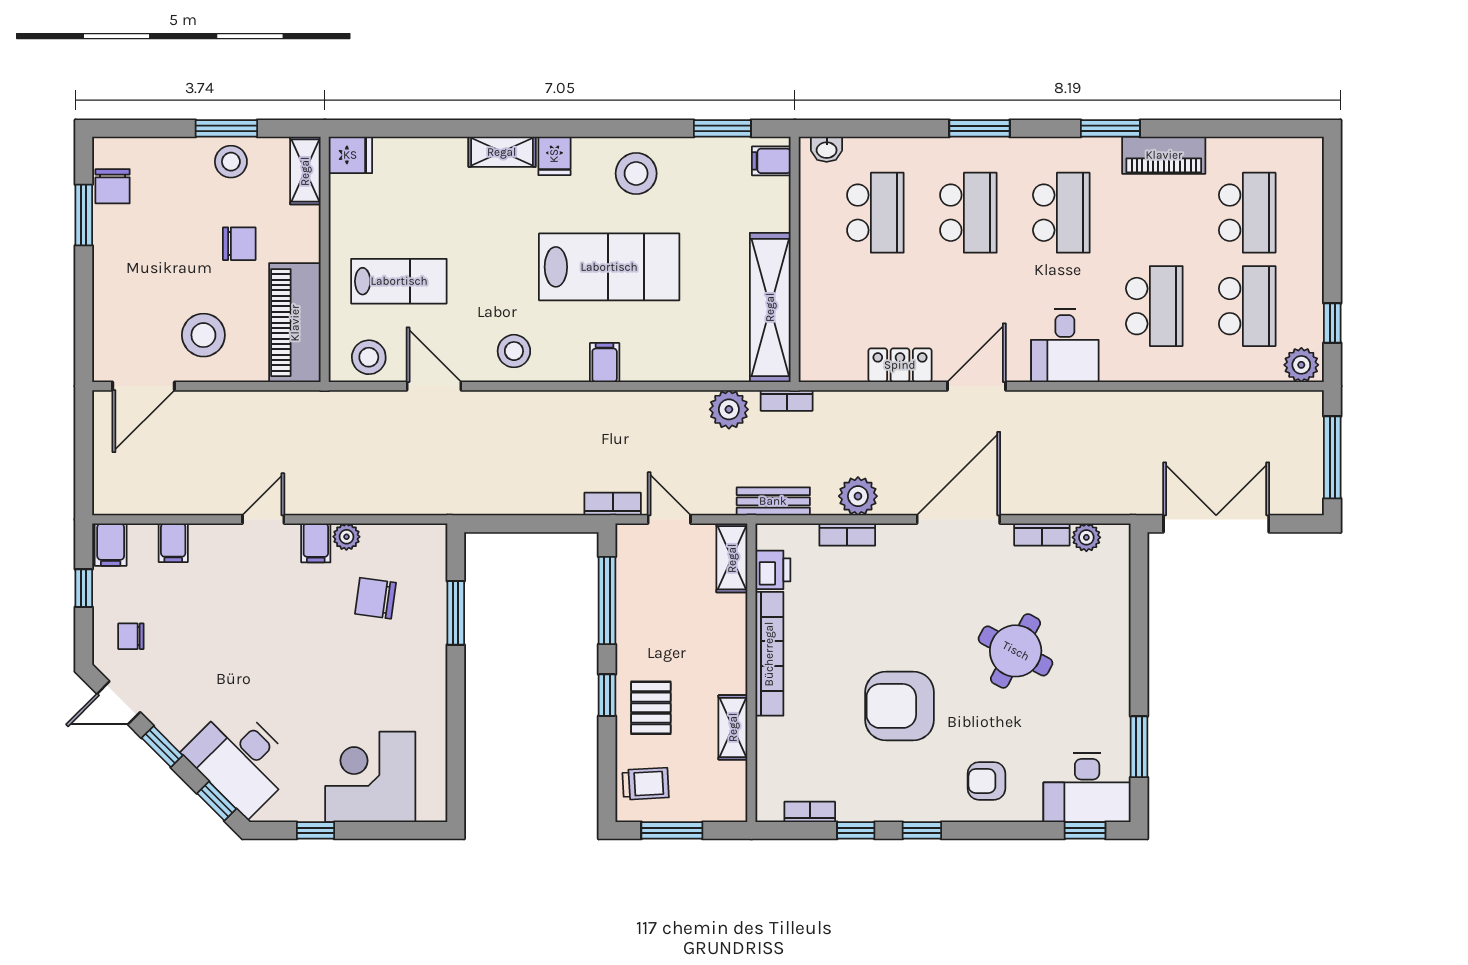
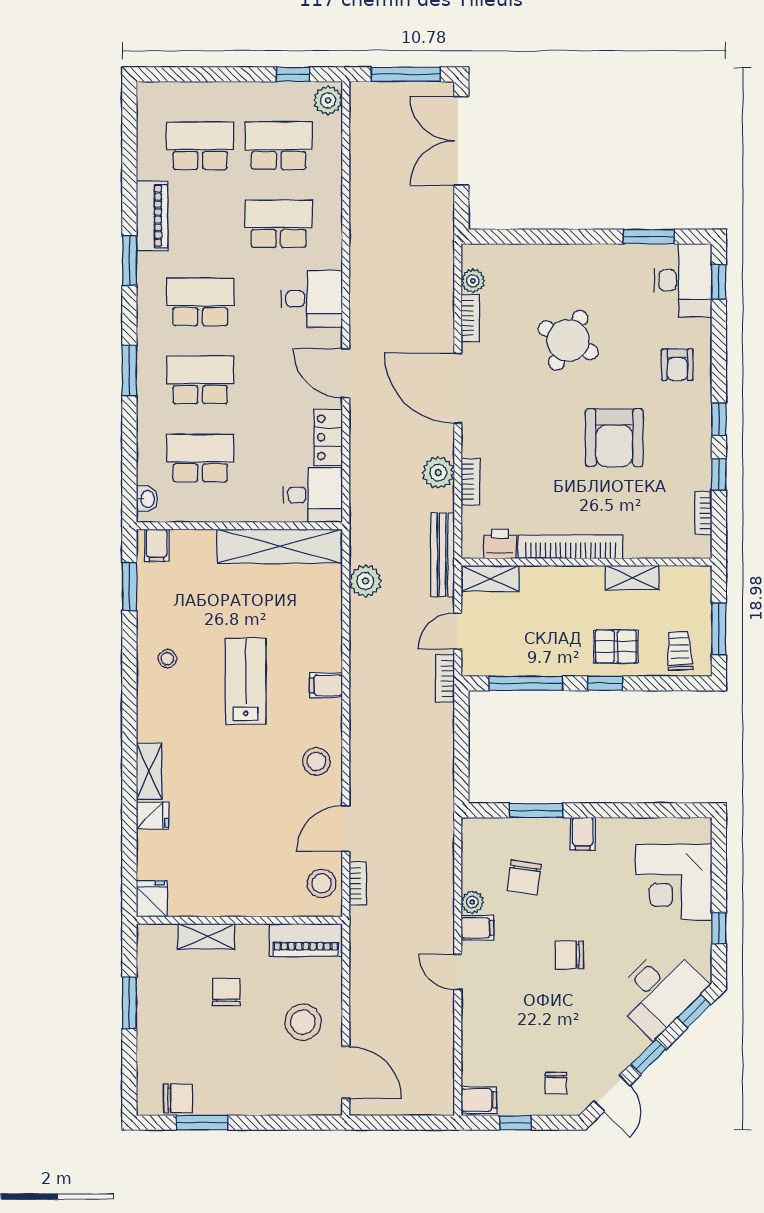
fridge: (554, 156) -> (153, 815), moved
stool: (231, 162) -> (157, 999), removed
shelving: (305, 171) -> (206, 936), moved
stool: (636, 173) -> (167, 659), width x0.53, depth x0.53
lab bench: (609, 267) -> (246, 681), width x0.73, depth x0.72
lab bench: (399, 281) -> (258, 858), removed
piano: (295, 323) -> (306, 940), width x0.73, depth x0.75
desk: (831, 347) -> (313, 495), added
bookcase: (787, 400) -> (358, 883), moved
bench: (773, 501) -> (443, 555), width x1.36
double door: (1216, 524) -> (461, 141), moved
filing cabinet: (173, 543) -> (583, 834), moved, turned 90
chair: (283, 652) -> (569, 955), added

